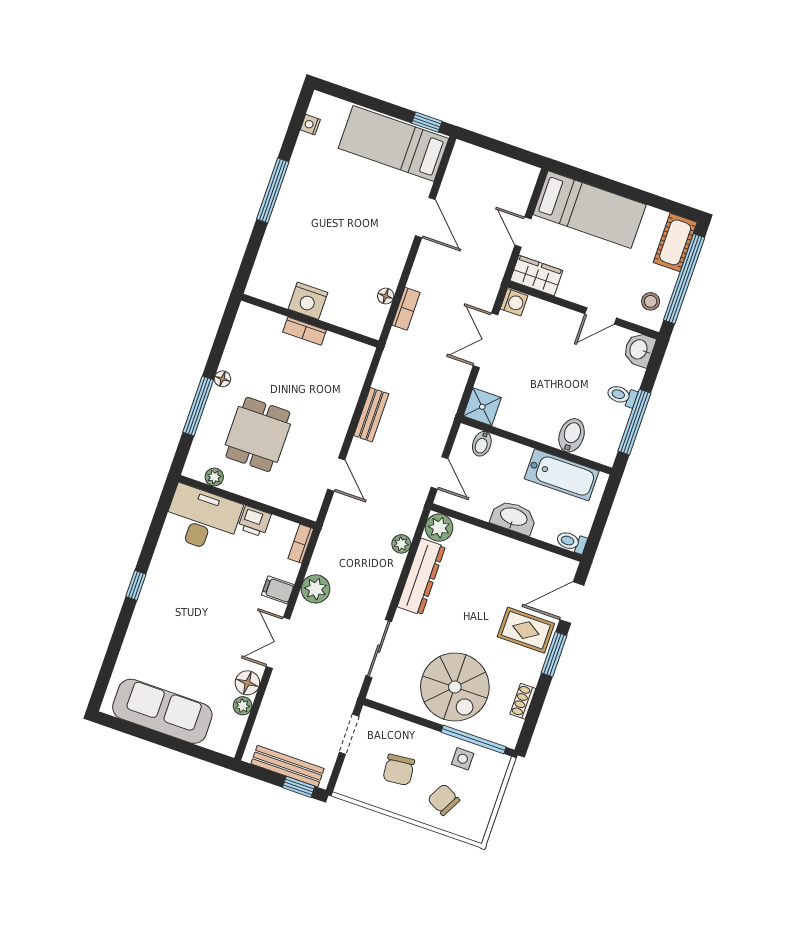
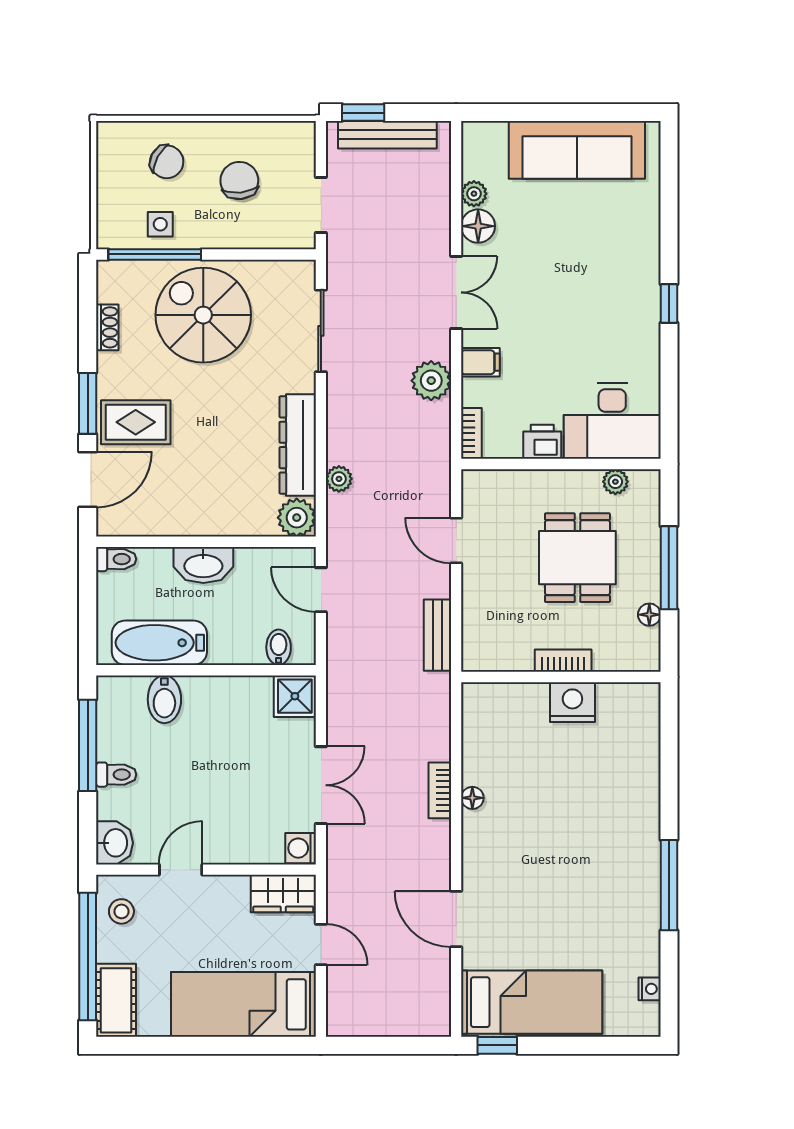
nightstand: (308, 301) -> (572, 702), moved
wall: (310, 321) -> (561, 677), moved
bookcase: (304, 331) -> (563, 661), moved

